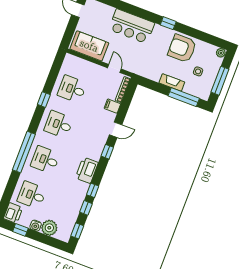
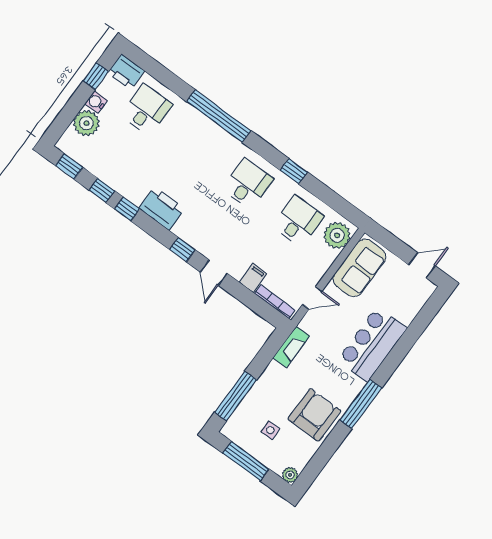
window: (168, 23) -> (361, 404), width x2.17
plant: (74, 64) -> (337, 235), added
fireplace: (172, 82) -> (291, 347), moved
desk: (45, 160) -> (197, 147), removed

